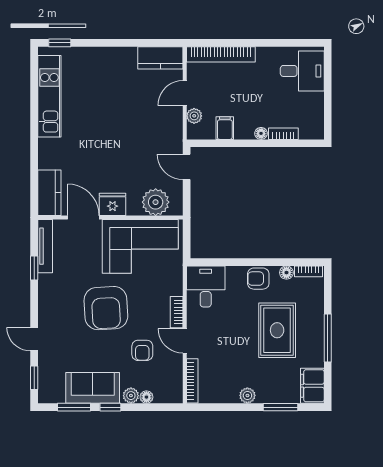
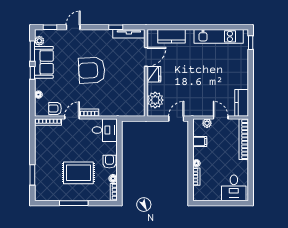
kitchen counter: (49, 193) -> (171, 36), moved
corner sofa: (140, 246) -> (129, 91), removed
armchair: (142, 350) -> (55, 108), moved
filing cabinet: (312, 386) -> (45, 194), removed
plant: (247, 395) -> (39, 155), removed
plant: (131, 396) -> (39, 41), moved

